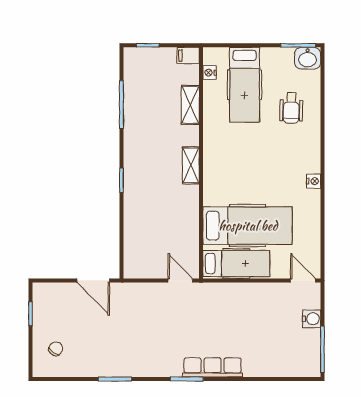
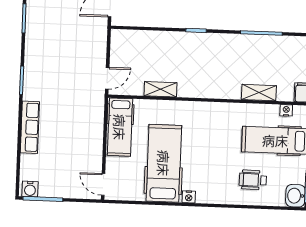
shelving: (191, 165) -> (160, 89), moved
hospital bed: (248, 226) -> (164, 163), moved, turned 180
door: (303, 280) -> (103, 184), swing flipped
water cooler: (312, 319) -> (30, 189), moved
row of seats: (213, 367) -> (30, 127), moved

